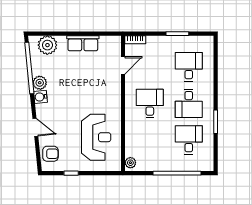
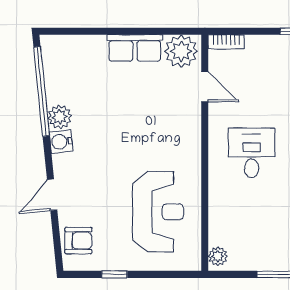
plant: (47, 45) -> (181, 51), moved
door: (123, 65) -> (205, 87), hinge flipped
door: (35, 127) -> (52, 195), swing flipped

